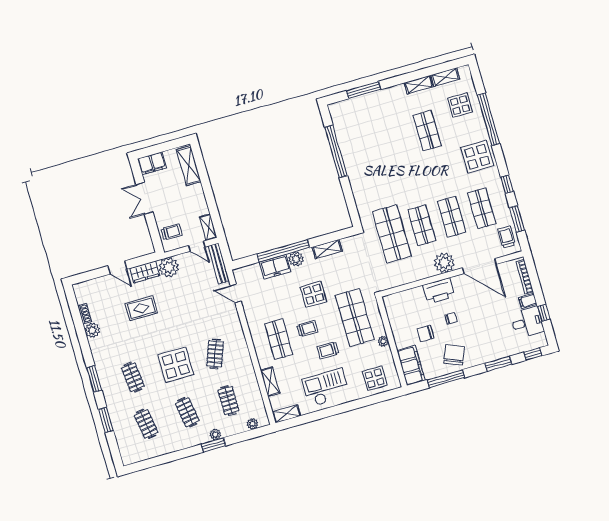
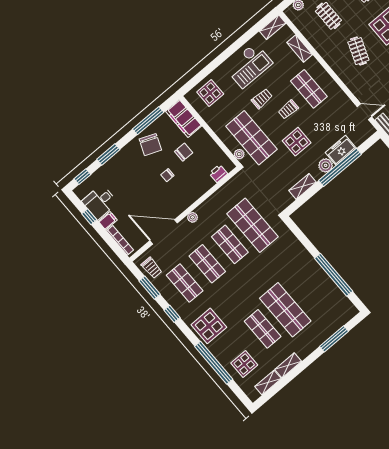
shop shelf: (397, 139) -> (285, 310), added
plant: (444, 263) -> (192, 217), width x0.53, depth x0.53
printer: (439, 291) -> (218, 173), moved, width x0.53, depth x0.68
plant: (383, 341) -> (239, 154), moved

